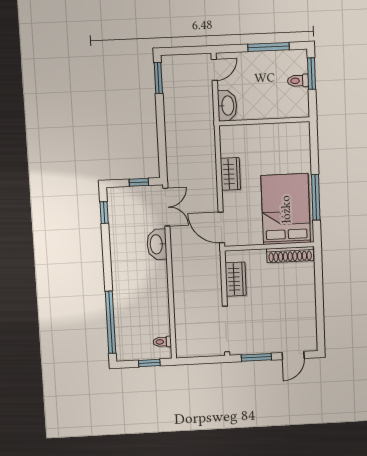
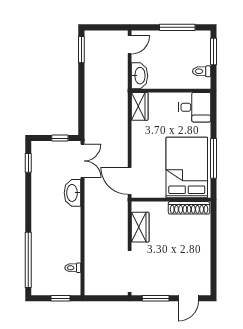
toilet: (298, 81) -> (202, 71), moved
desk: (292, 139) -> (195, 107), added
wardrobe: (230, 174) -> (140, 106), moved
toilet: (162, 342) -> (73, 268), moved

